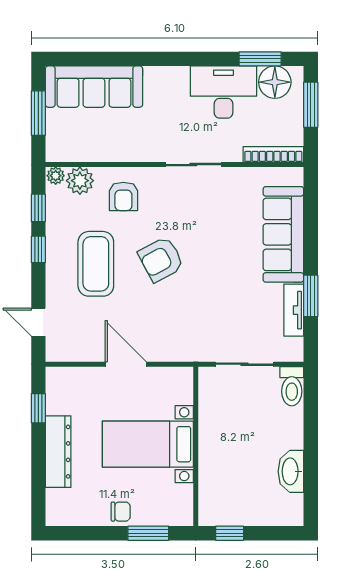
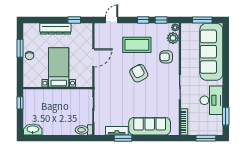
floor lamp: (275, 82) -> (216, 123), removed
sofa: (94, 87) -> (211, 52), width x1.36, depth x1.27
washbasin: (291, 471) -> (33, 129), moved
window: (148, 533) -> (20, 48), moved

